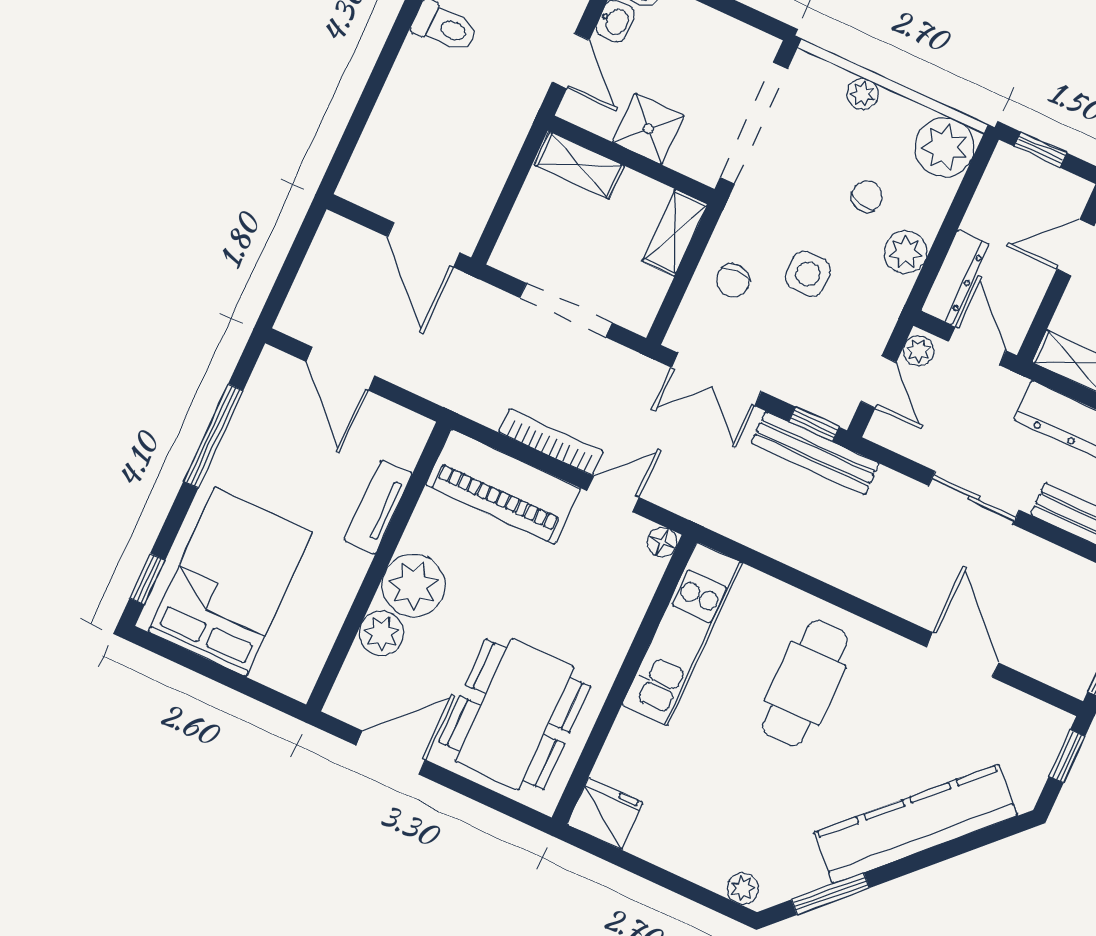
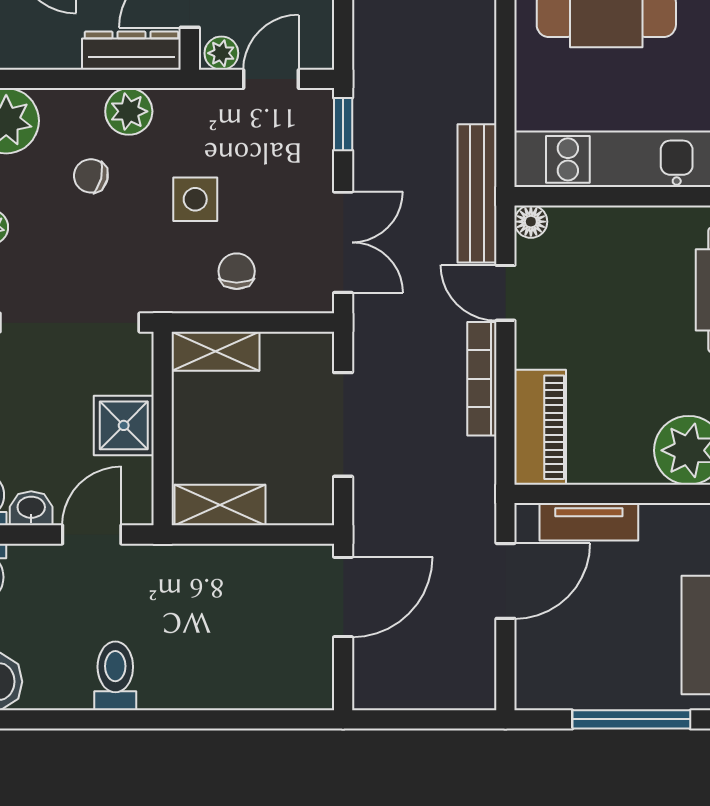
shelving: (579, 165) -> (220, 505), moved, turned 90
chair: (733, 280) -> (237, 271), turned -90
door: (341, 369) -> (505, 581), moved
bench: (815, 453) -> (477, 193), moved
piano: (503, 487) -> (540, 427), width x0.73, depth x0.75
tv unit: (378, 507) -> (589, 522), moved

